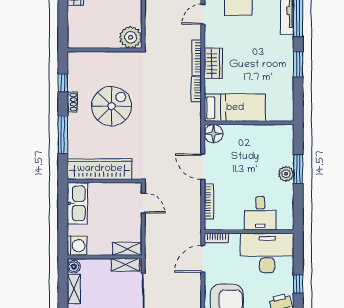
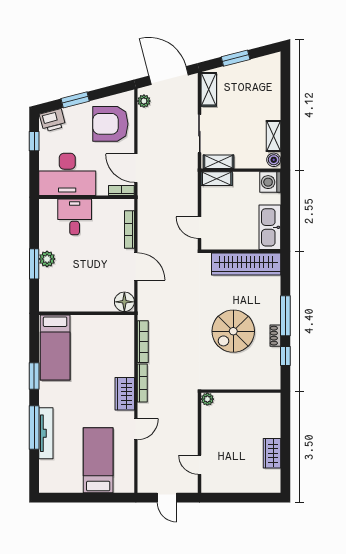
plant: (131, 37) -> (207, 399), width x0.53, depth x0.53
wardrobe: (213, 64) -> (125, 394), moved
bookcase: (196, 89) -> (143, 342), width x1.56
bed: (235, 108) -> (55, 347), moved, turned -90
window: (63, 135) -> (285, 316), moved
door: (203, 259) -> (136, 168), swing flipped

